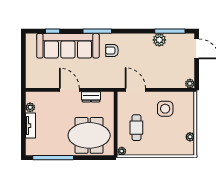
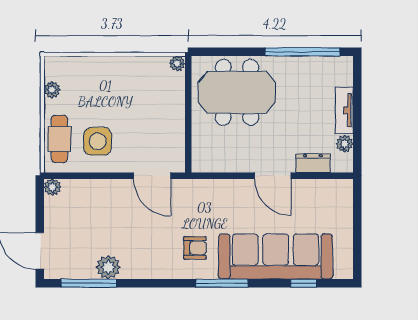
dresser: (91, 97) -> (313, 163), moved
cafe table: (136, 128) -> (59, 139), moved

